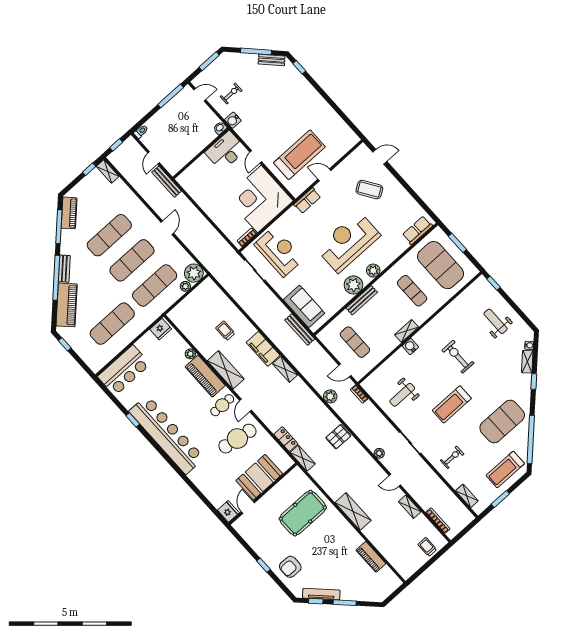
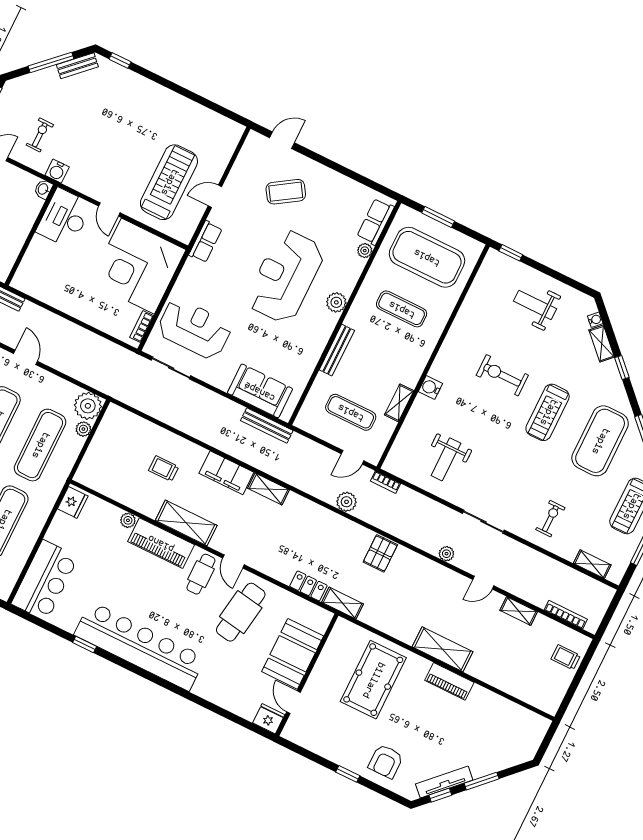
plant: (353, 285) -> (365, 251), moved, width x0.53, depth x0.53
shelving: (406, 331) -> (399, 403), moved
treadmill: (452, 404) -> (548, 412), moved
piano: (371, 557) -> (449, 681), moved

